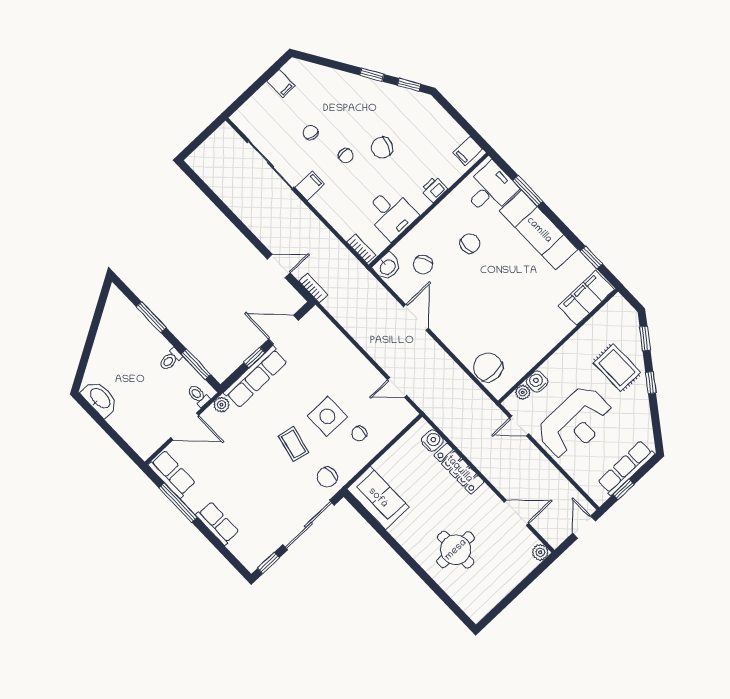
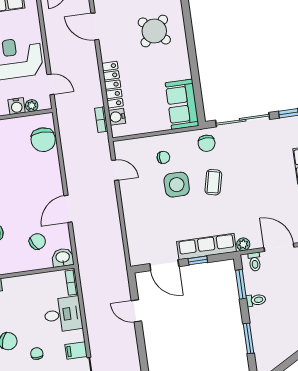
desk: (391, 214) -> (63, 314), moved, turned 90
bookcase: (313, 288) -> (101, 120), moved
chair: (327, 477) -> (207, 143), turned 90
round table: (456, 550) -> (154, 31), turned 45

